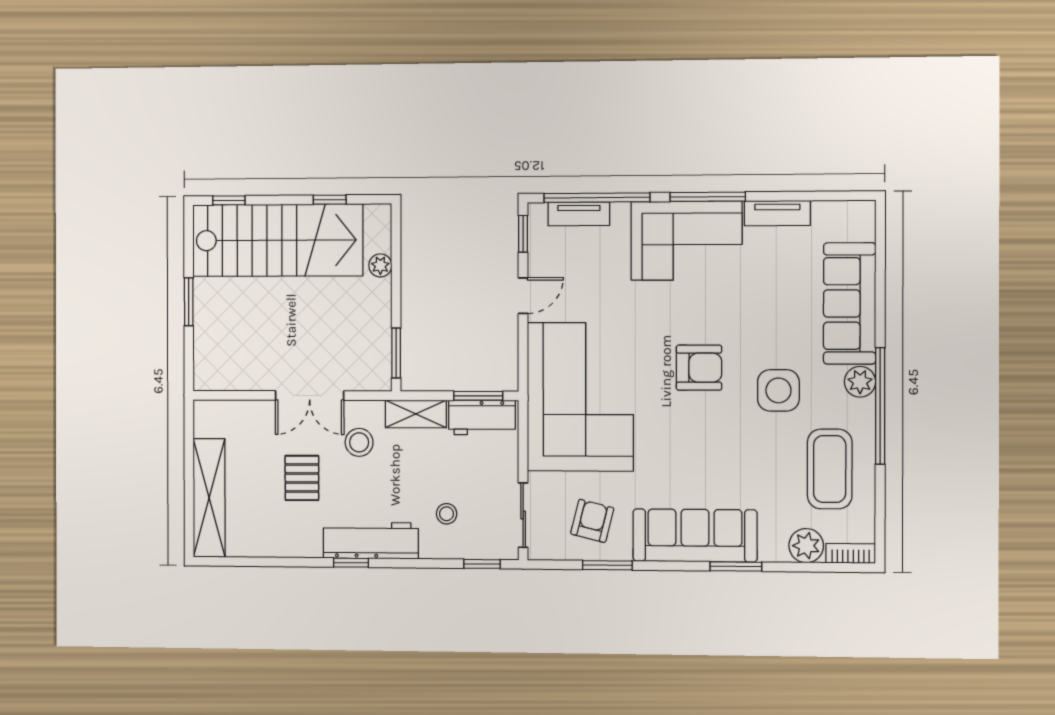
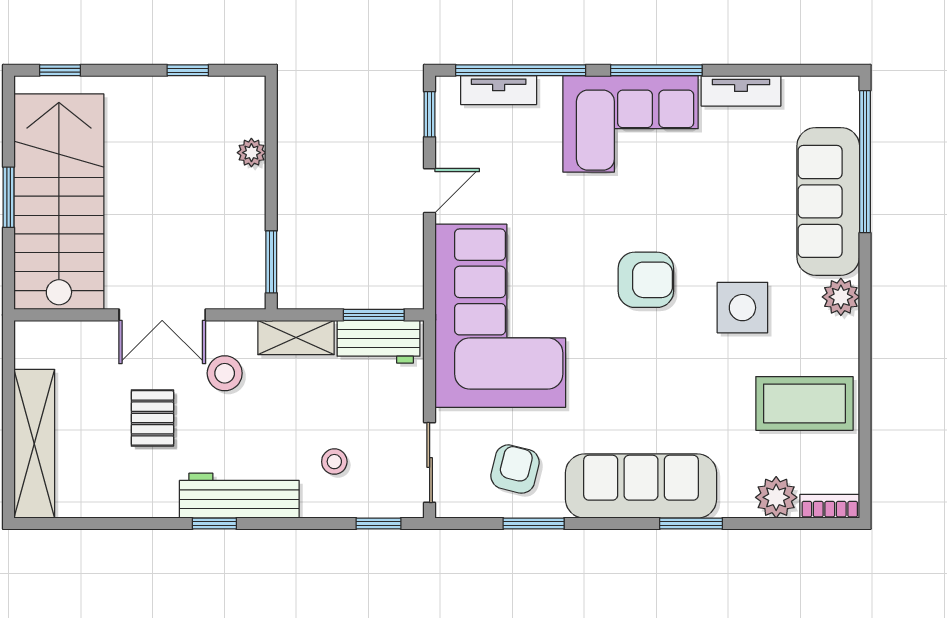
stairs: (278, 240) -> (59, 202), moved, turned -90
window: (880, 406) -> (865, 162), moved
coffee table: (830, 469) -> (804, 403), turned 90

